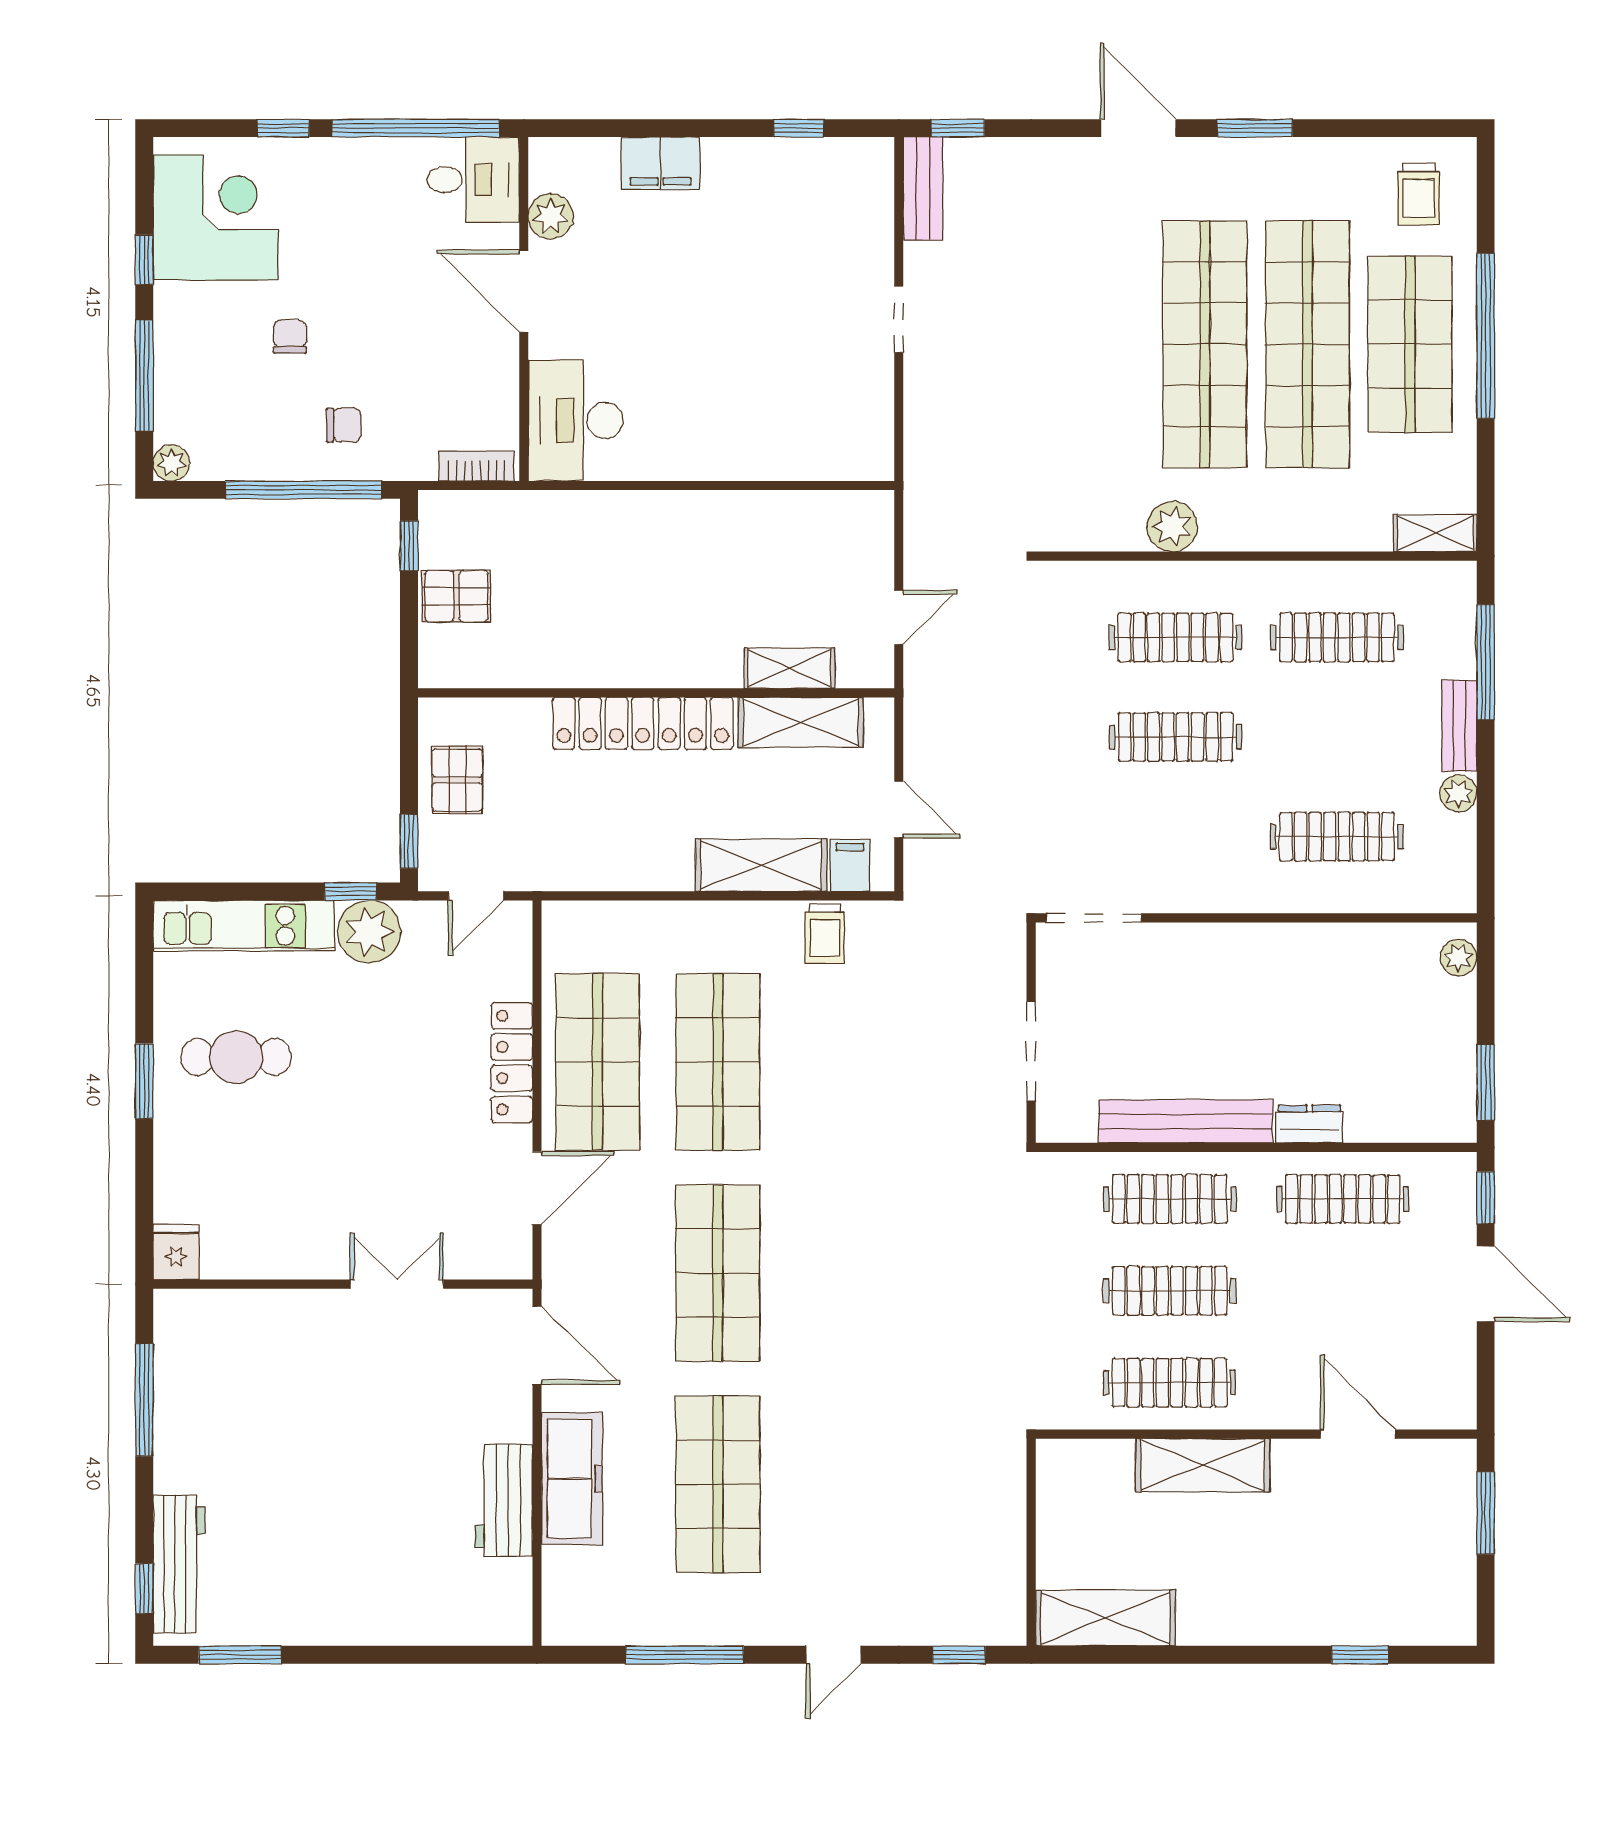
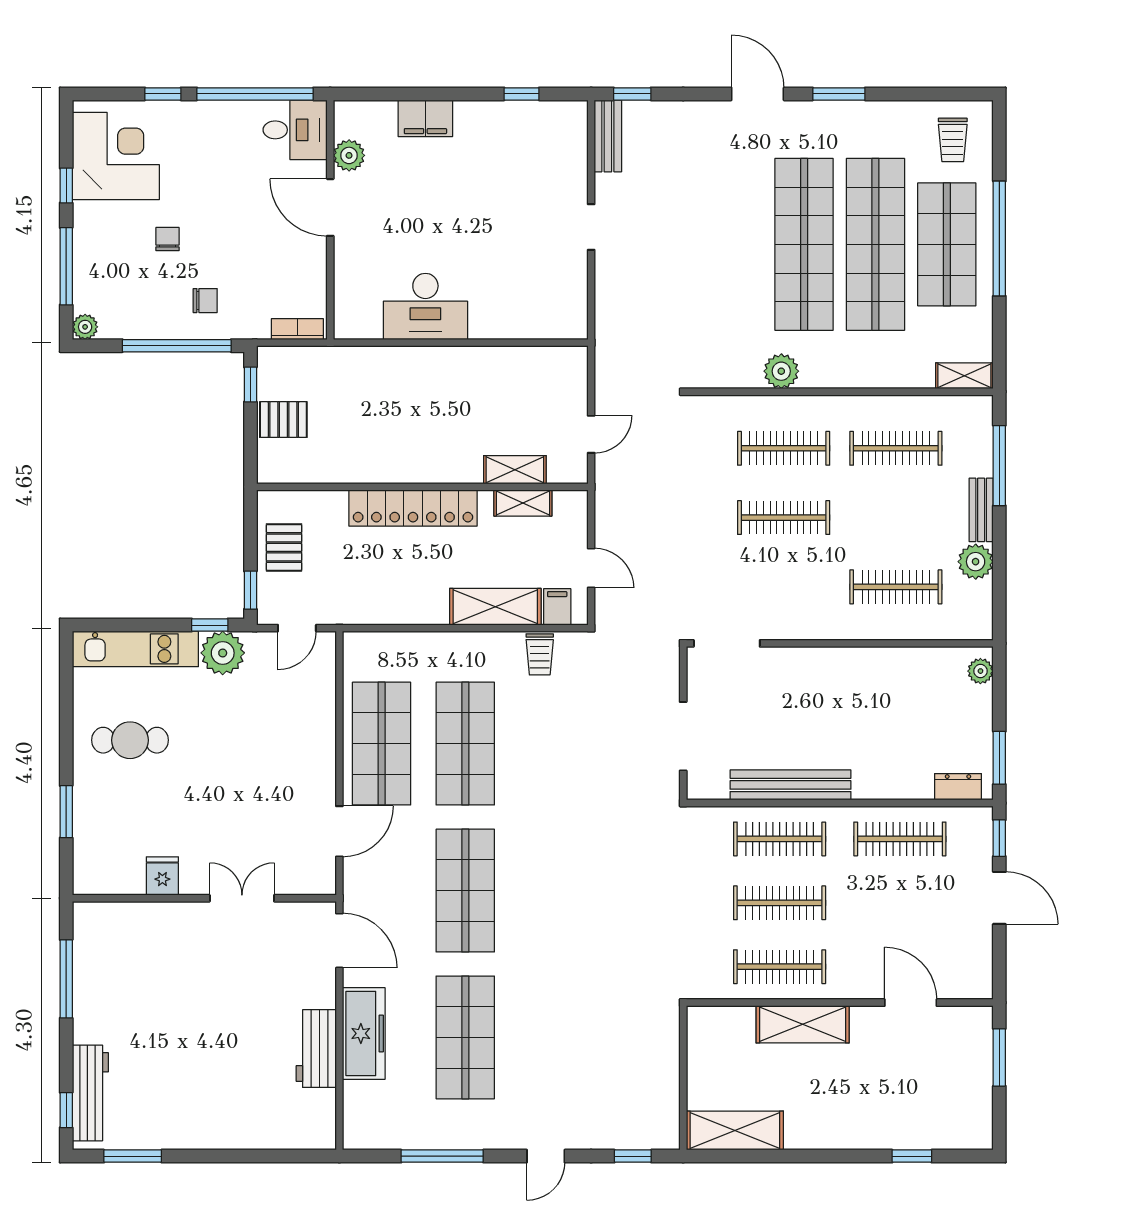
desk: (576, 421) -> (425, 306), moved, turned -90
shelving: (801, 722) -> (523, 503), width x0.67, depth x0.75
plant: (1458, 793) -> (976, 562), width x1.38, depth x1.38
locker: (512, 1063) -> (322, 744), removed
window: (144, 1081) -> (66, 812), moved
dresser: (1310, 1124) -> (958, 787), moved
fridge: (176, 1252) -> (162, 876), moved

